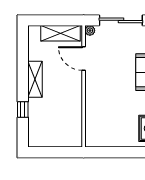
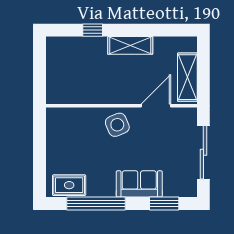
plant: (90, 31) -> (191, 114), removed
side table: (99, 90) -> (117, 125), added

